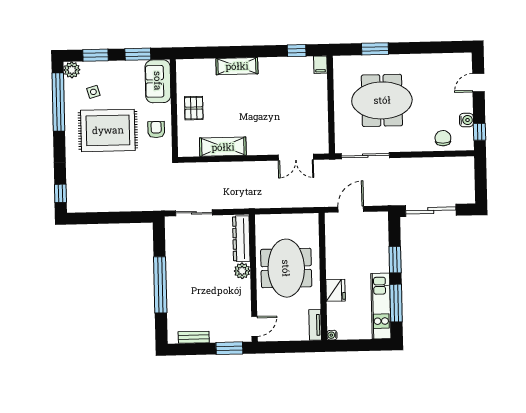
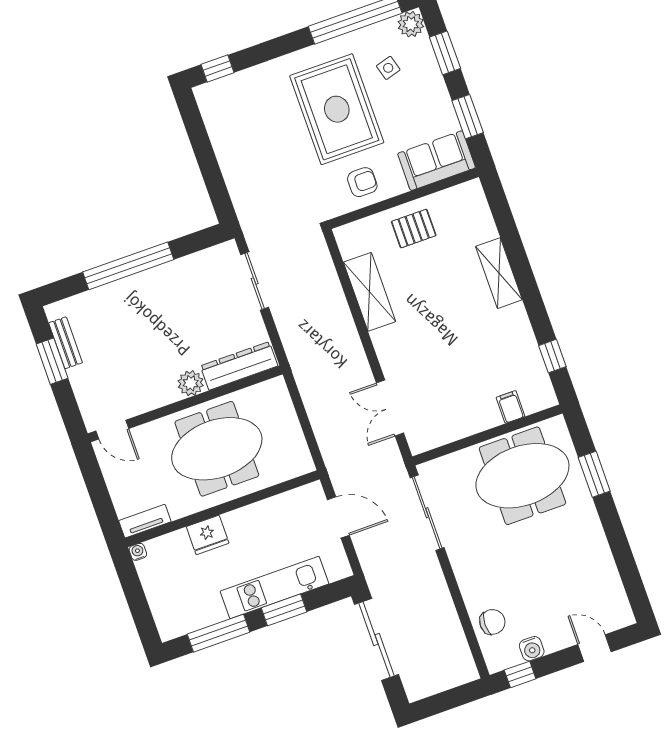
filing cabinet: (320, 65) -> (511, 407), moved, turned 90
meeting table: (382, 100) -> (522, 476), moved, turned 90
kitchen unit: (381, 306) -> (274, 588), moved
window: (229, 348) -> (52, 361), moved

